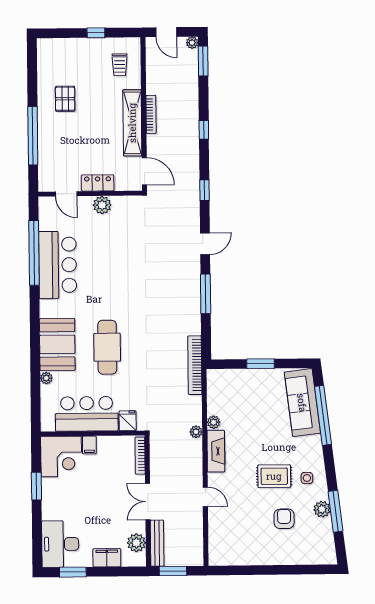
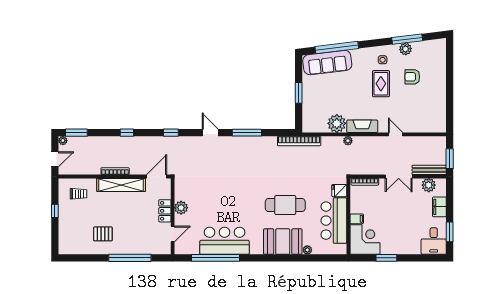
plant: (214, 422) -> (337, 123), width x1.88, depth x1.88
door: (205, 497) -> (396, 134), hinge flipped
desk: (60, 544) -> (434, 241), width x0.73

